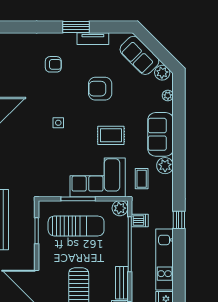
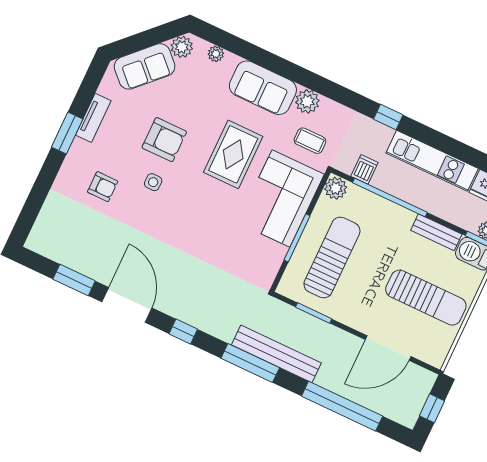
armchair: (53, 64) -> (103, 187), turned 90
armchair: (100, 89) -> (164, 140), turned -90
side table: (58, 123) -> (153, 182), moved
rug: (111, 135) -> (233, 154), width x1.36, depth x1.43

